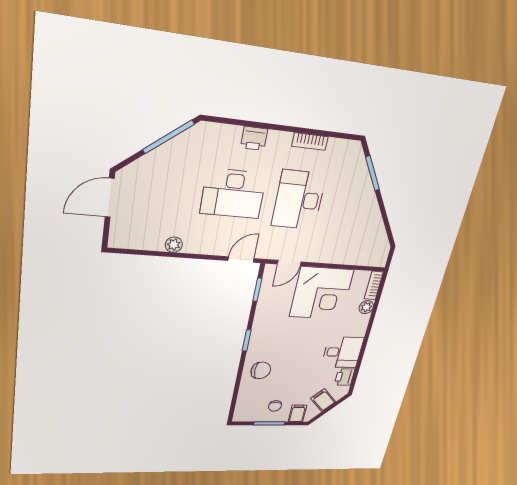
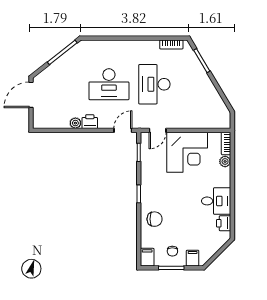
printer: (254, 138) -> (90, 122), moved, turned 180
bookcase: (310, 141) -> (171, 44), moved
filing cabinet: (323, 400) -> (147, 257), moved, turned 45

